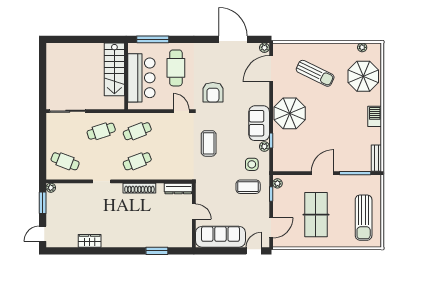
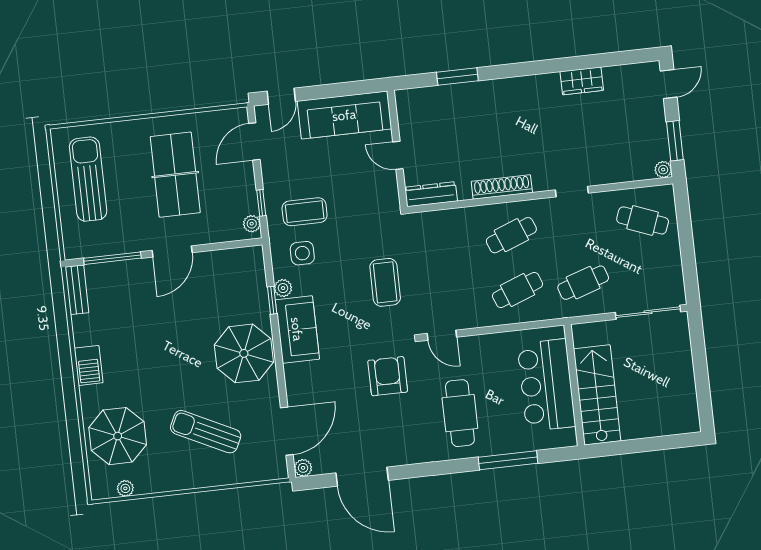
stairs: (114, 69) -> (597, 395), moved
wall: (126, 76) -> (574, 385), moved
bar counter: (141, 78) -> (546, 385), moved

